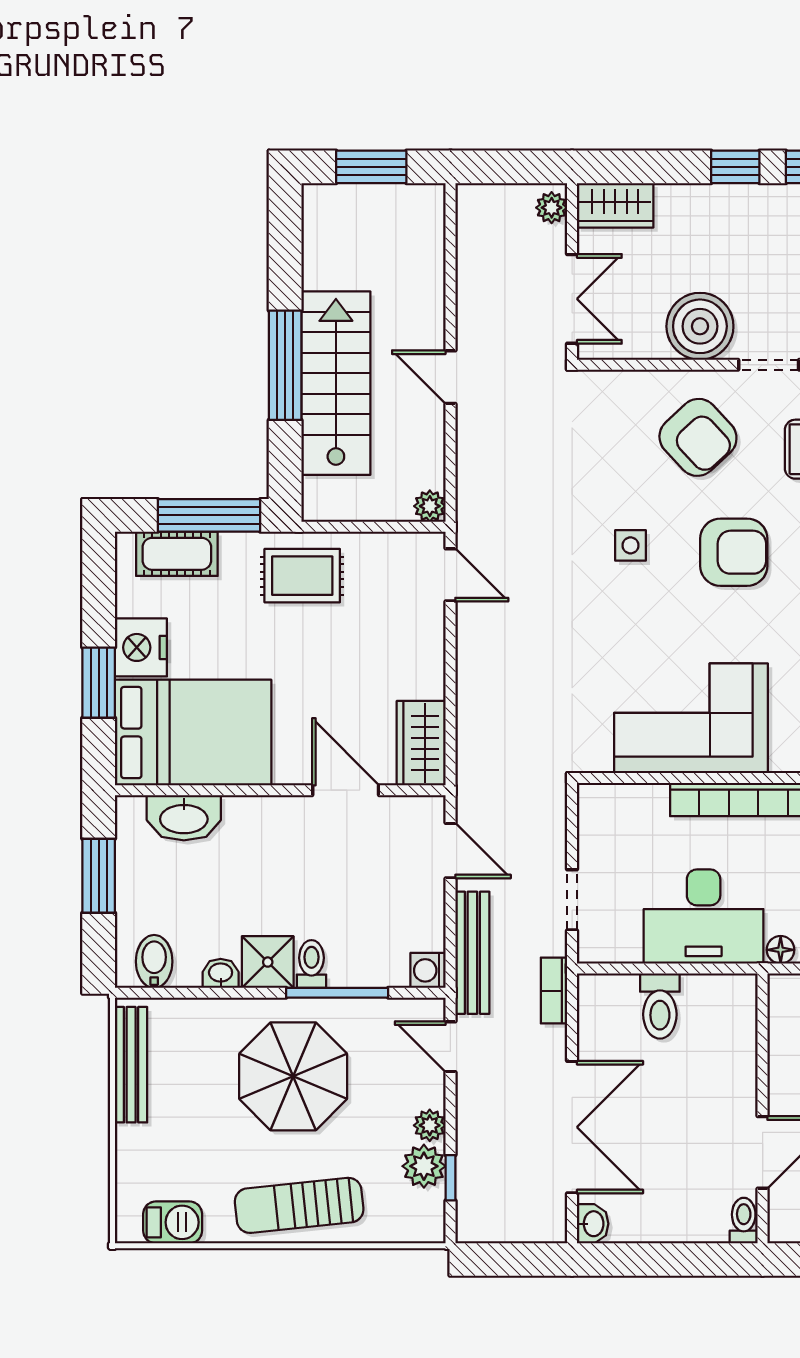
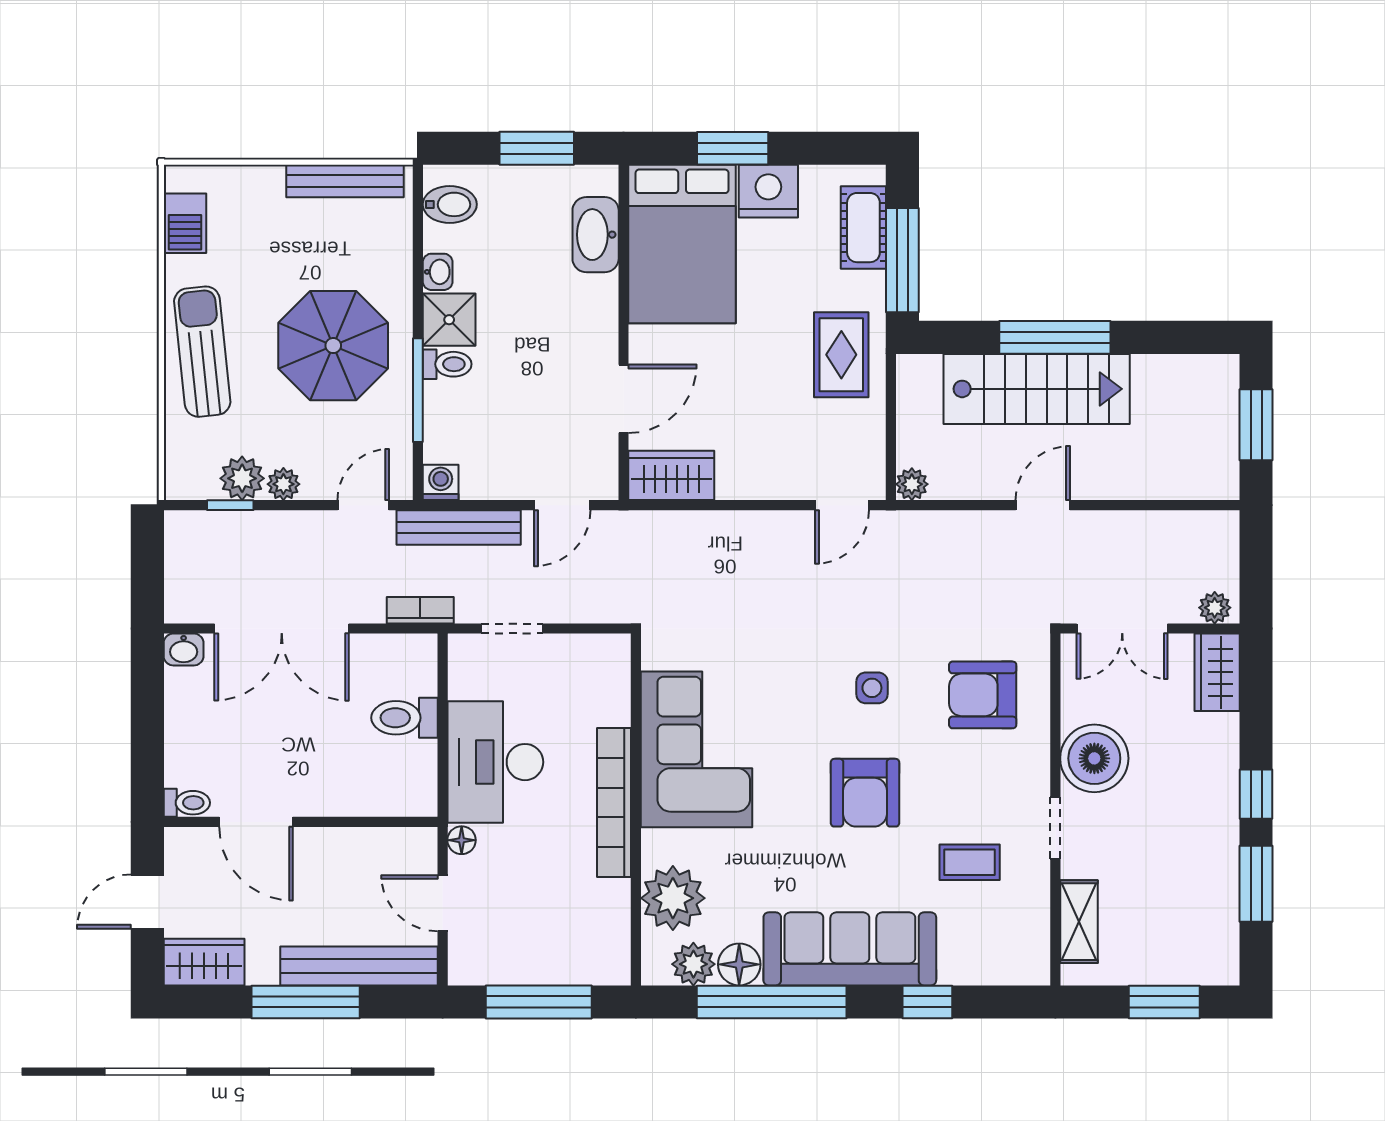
armchair: (698, 437) -> (983, 695), moved, turned 43

